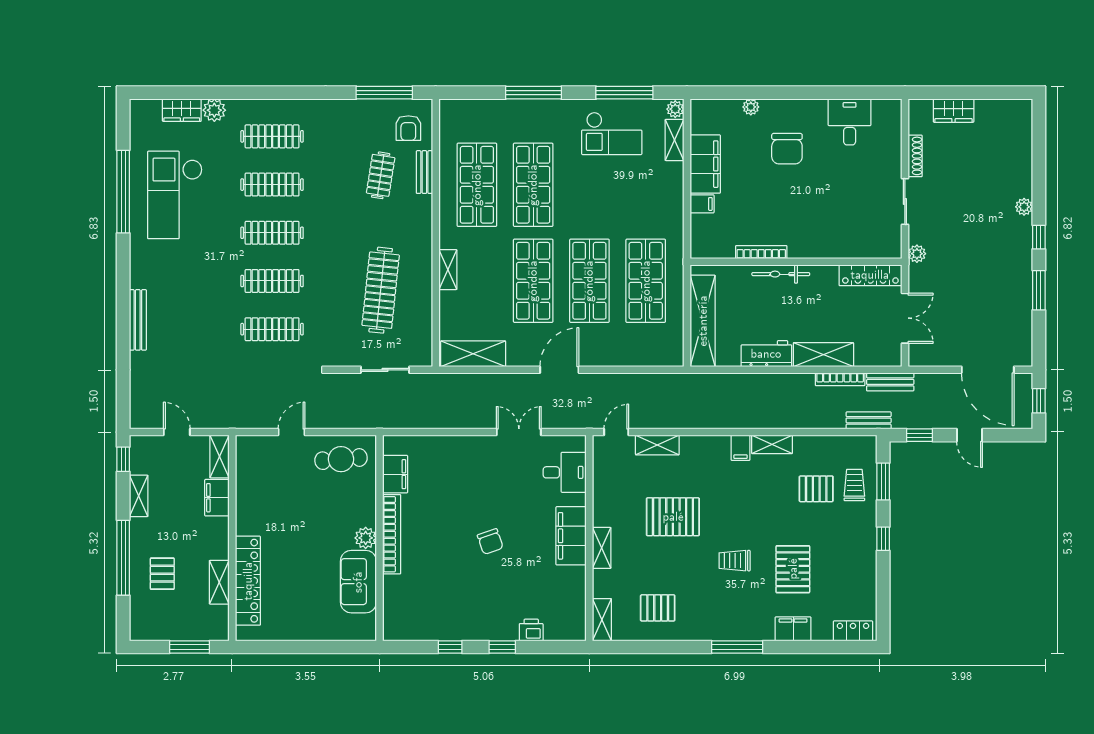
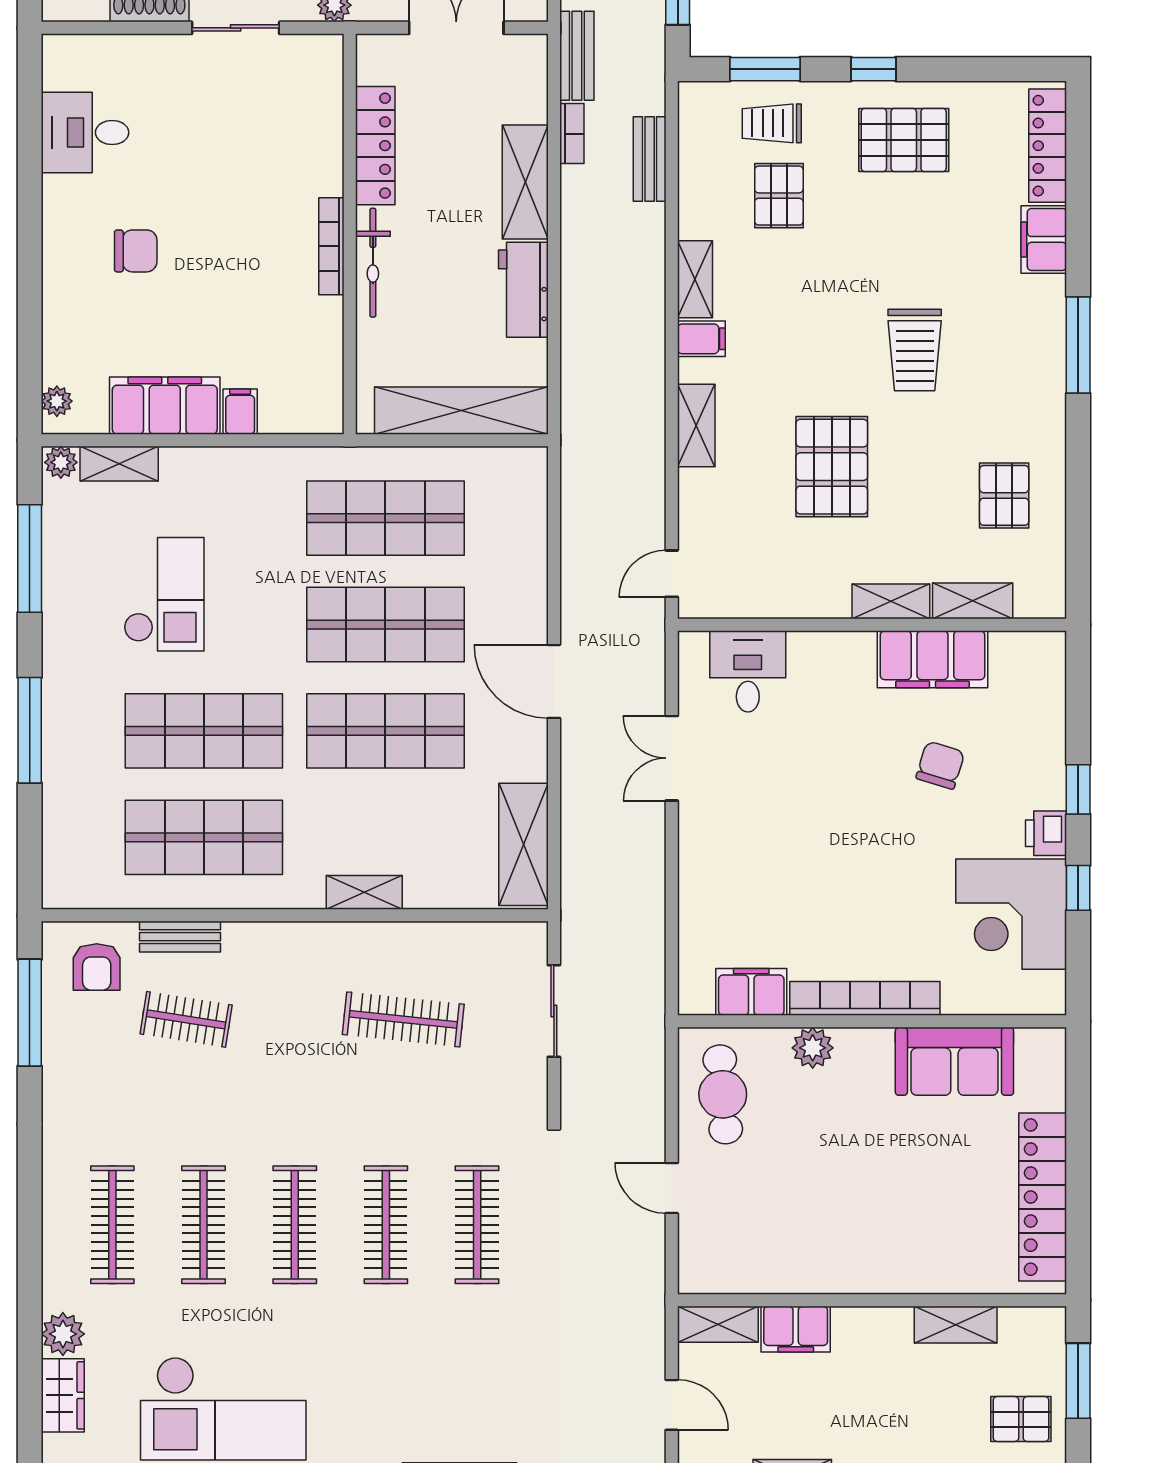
plant: (751, 107) -> (57, 401), moved
armchair: (408, 128) -> (97, 967), turned 90
checkout: (612, 133) -> (164, 594), moved
chair: (787, 149) -> (136, 251), width x0.73, depth x0.73
bookcase: (761, 252) -> (331, 246), moved
locker: (870, 275) -> (375, 146), moved
clothes rail: (381, 290) -> (403, 1019), width x0.73, depth x0.76
bookcase: (840, 379) -> (572, 134), width x0.64
bench: (869, 420) -> (650, 159), moved
door: (177, 432) -> (672, 1405), swing flipped
door: (616, 432) -> (672, 574), hinge flipped
shelving: (657, 445) -> (696, 426), moved
filing cabinet: (571, 536) -> (933, 659), moved
plant: (366, 538) -> (813, 1048), moved
chair: (490, 542) -> (940, 765), moved, turned -54
trolley: (735, 561) -> (915, 350), width x1.36, depth x1.39
pallet: (793, 569) -> (904, 140), moved
pallet: (162, 574) -> (1021, 1419), moved
locker: (248, 581) -> (1043, 1197), moved, turned -90
corner desk: (436, 612) -> (1011, 914), added
shelving: (602, 620) -> (973, 601), moved
printer: (531, 630) -> (1046, 833), moved
locker: (853, 631) -> (1048, 146), width x1.53

